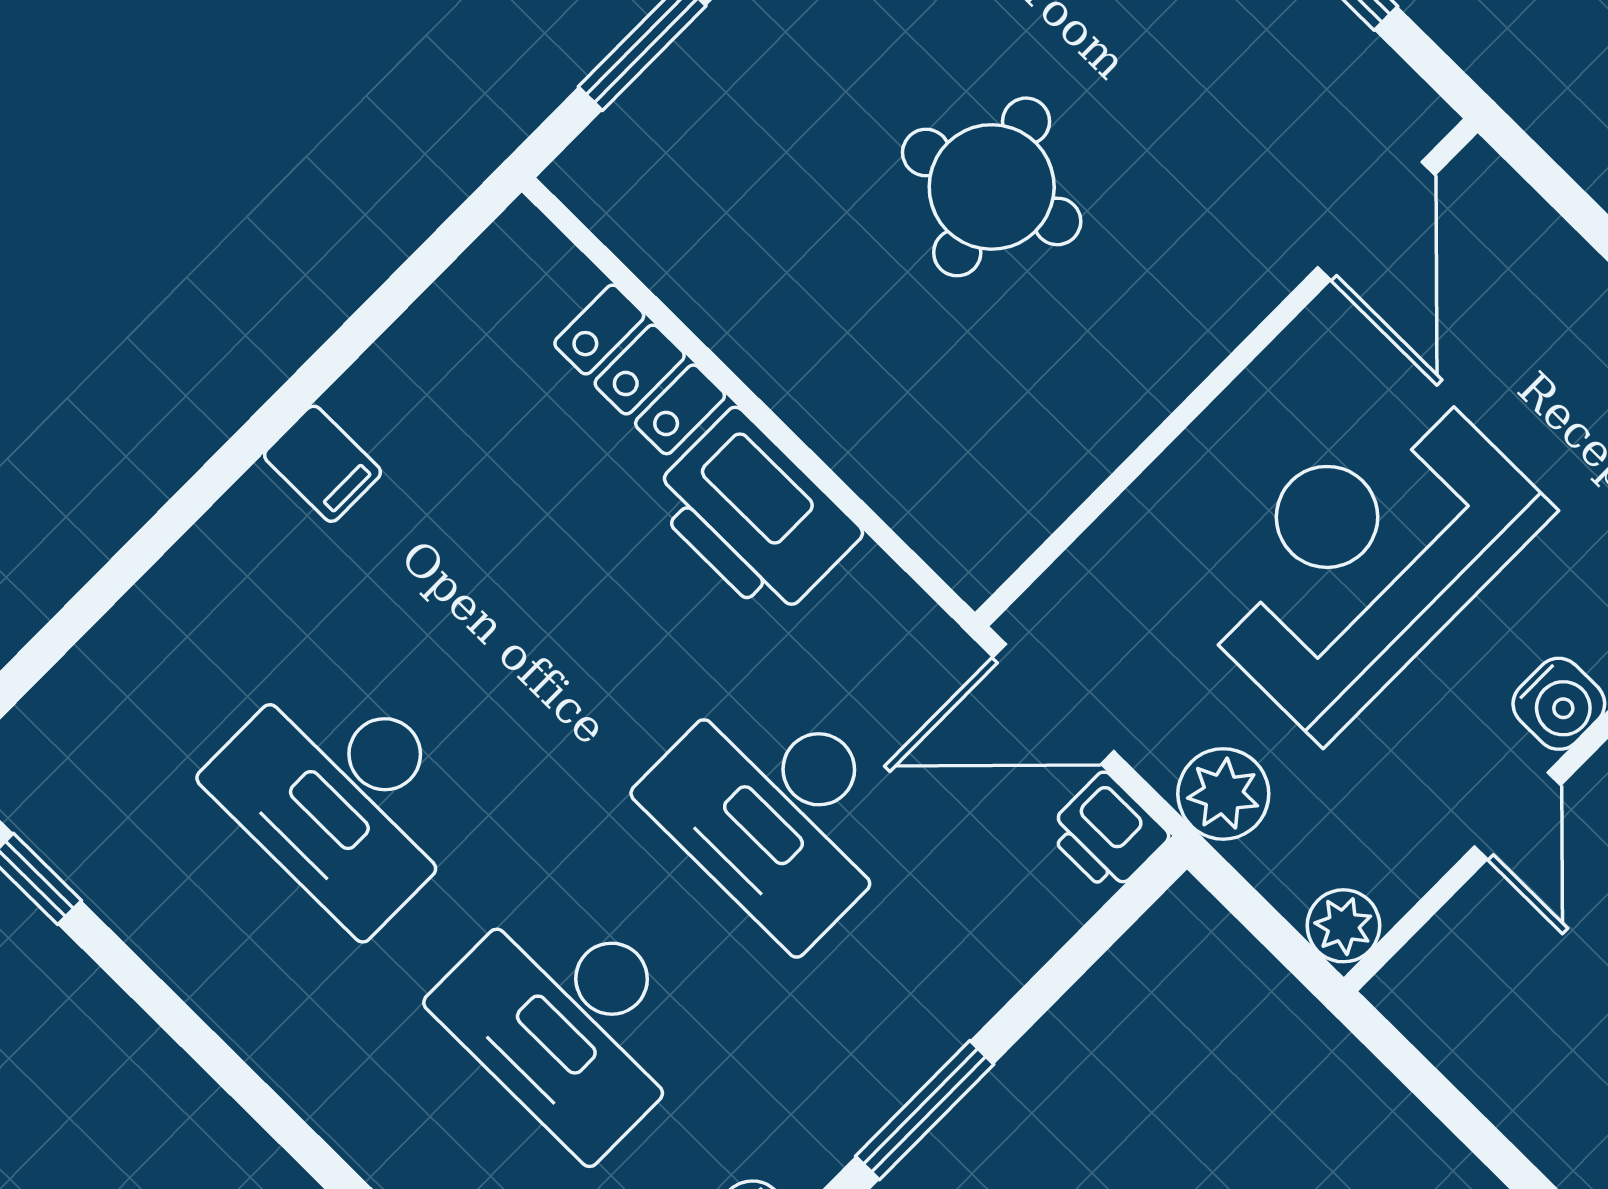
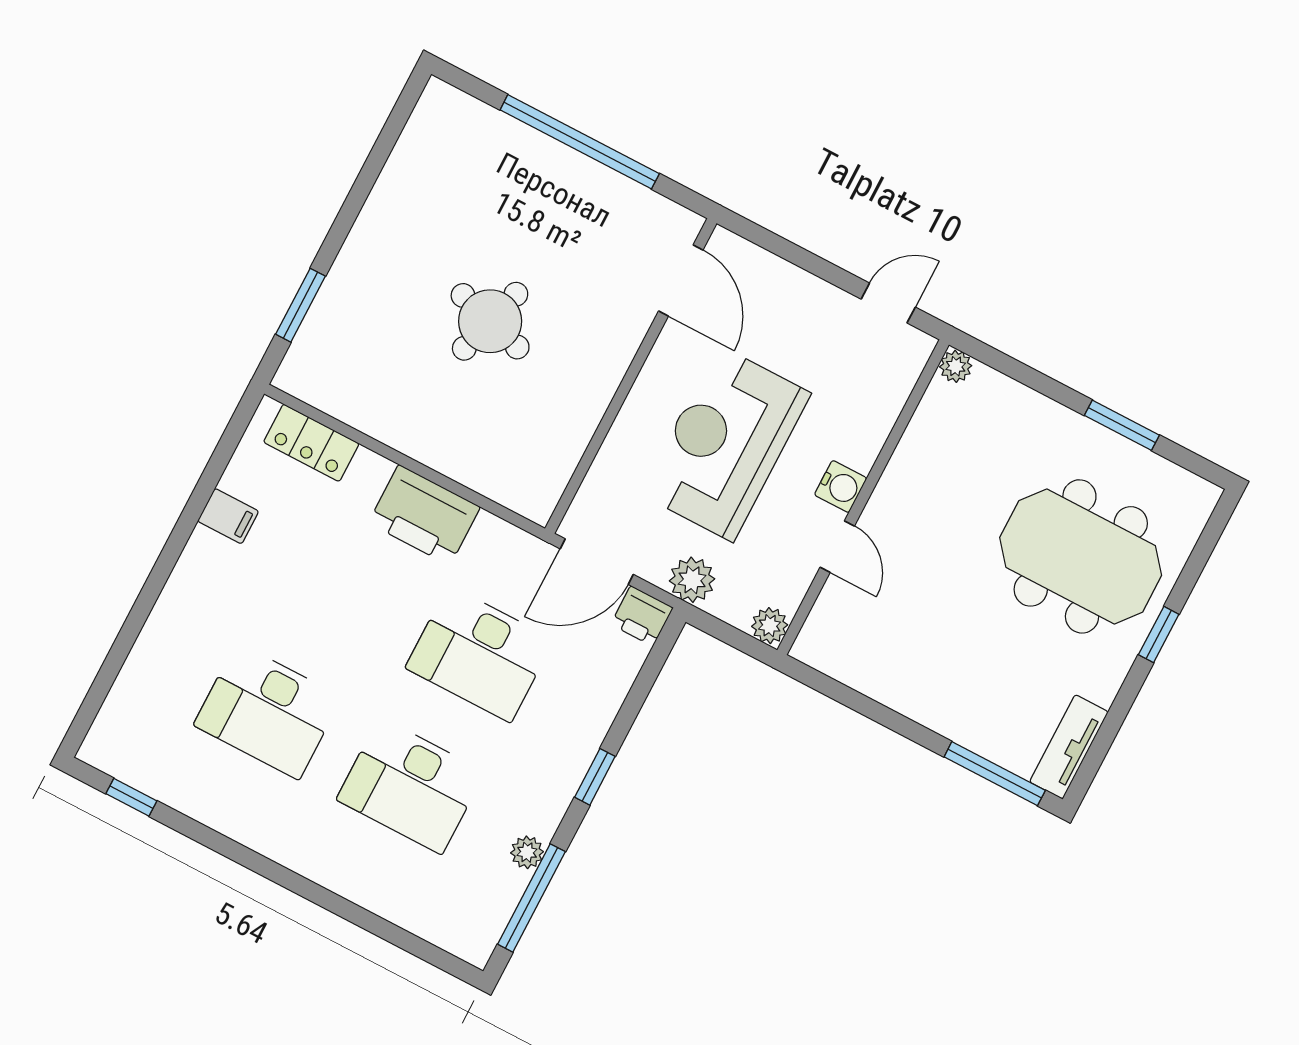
round table: (992, 187) -> (490, 321), turned 33
locker: (640, 369) -> (311, 443), moved
filing cabinet: (323, 464) -> (228, 516), moved
window: (925, 1110) -> (595, 777), width x0.67

